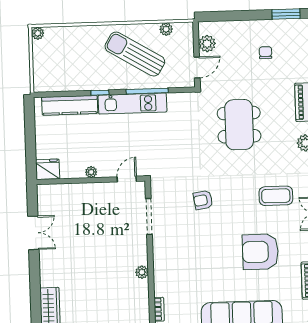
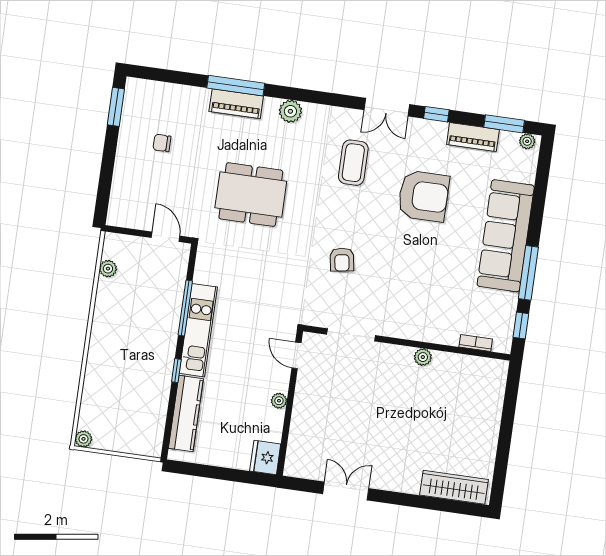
plant: (207, 44) -> (136, 218), removed
sun lounger: (135, 54) -> (133, 316), removed
armchair: (260, 252) -> (423, 196), turned -90

